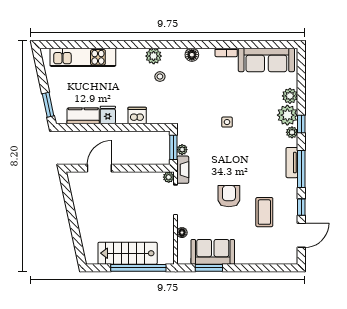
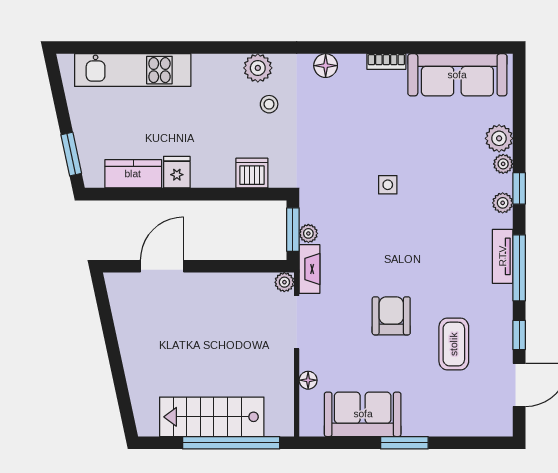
dishwasher: (137, 115) -> (252, 173), moved
plant: (287, 115) -> (503, 164), width x0.53, depth x0.53
window: (209, 268) -> (404, 443), moved

